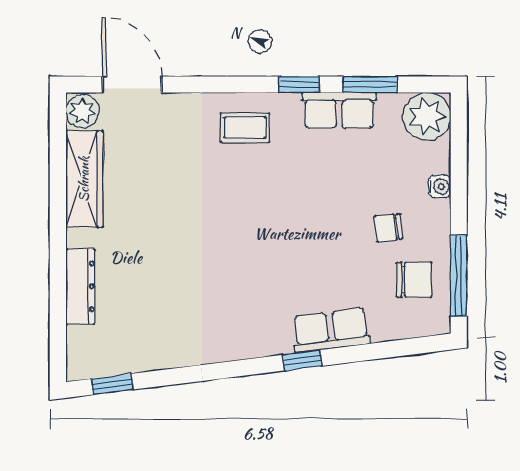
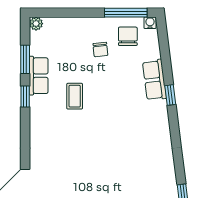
plant: (427, 117) -> (36, 24), width x0.53, depth x0.53
coffee table: (245, 128) -> (75, 96), moved
water cooler: (440, 187) -> (150, 23), moved

